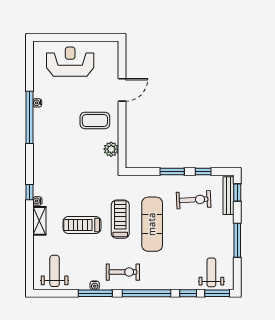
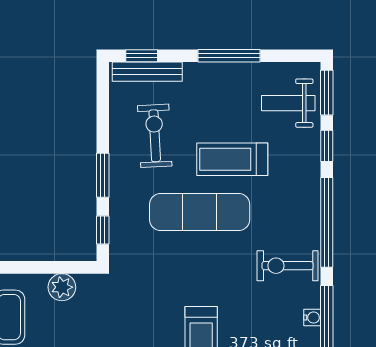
window: (203, 171) -> (103, 230), moved
treadmill: (120, 219) -> (232, 159), moved
exercise bike: (123, 272) -> (288, 266), turned -90

